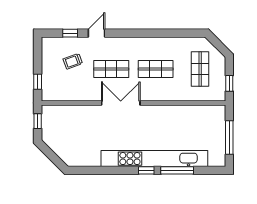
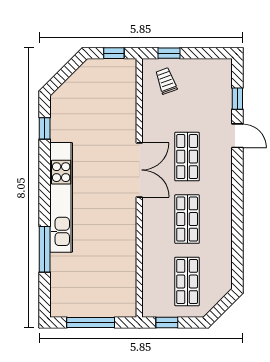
trolley: (73, 61) -> (166, 81), moved
shop shelf: (200, 69) -> (187, 281), turned 90
kitchen unit: (154, 159) -> (61, 197), width x0.73
window: (146, 170) -> (45, 128), moved

